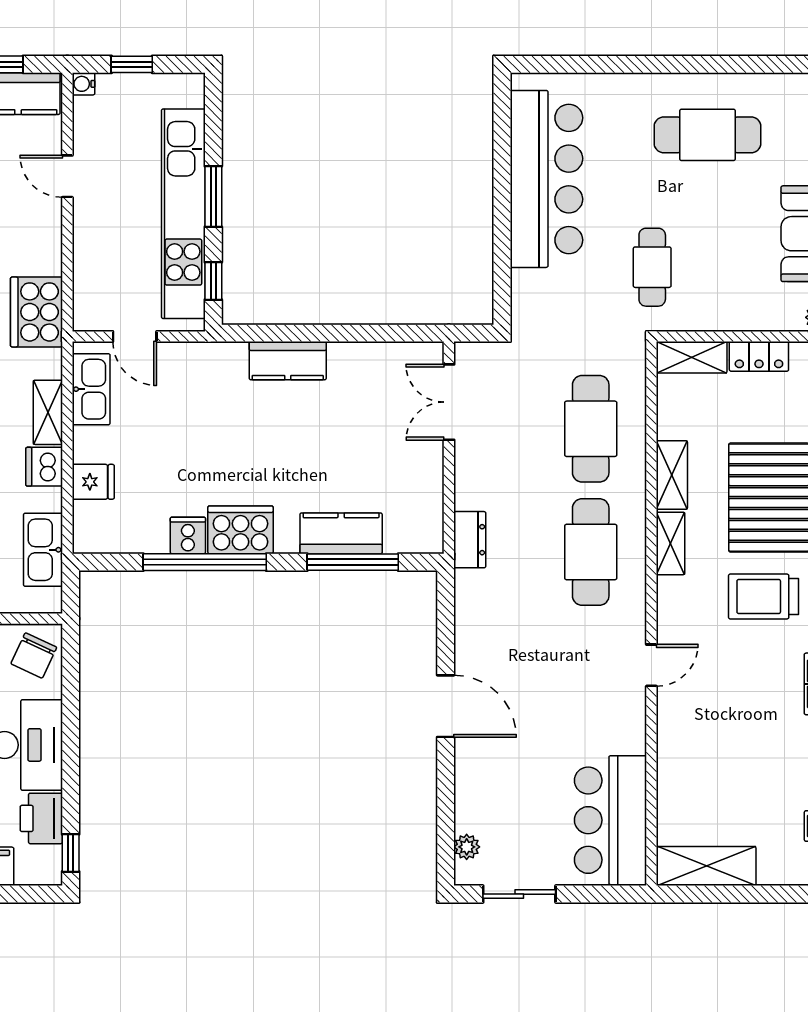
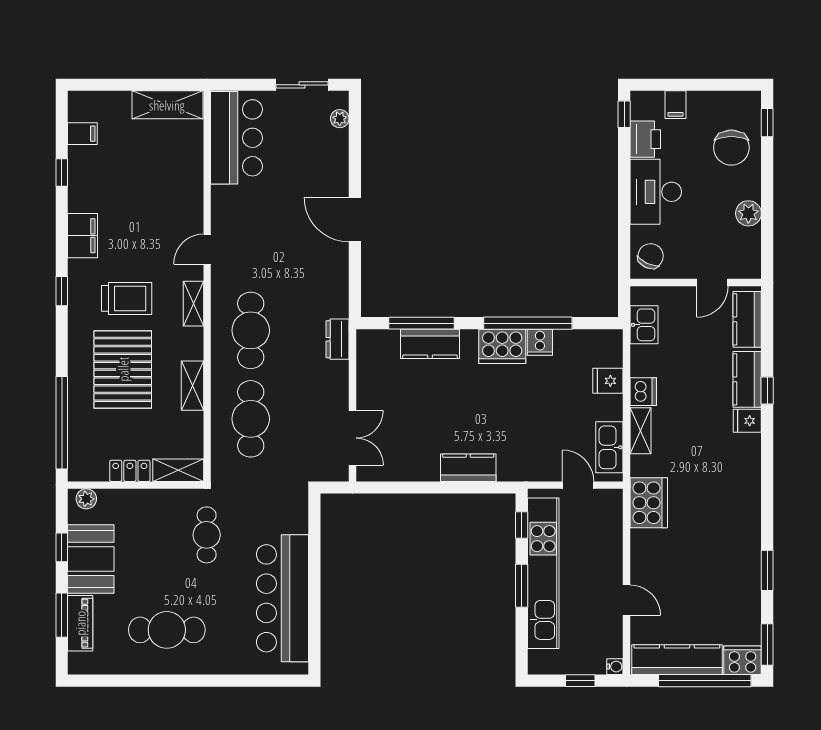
shelving: (670, 543) -> (193, 304), moved
kitchen sink: (43, 550) -> (644, 325), width x0.73

